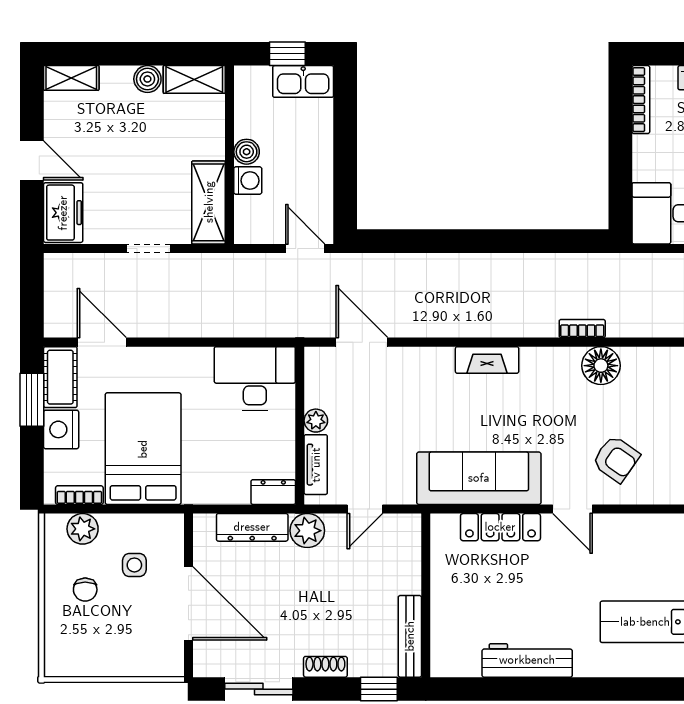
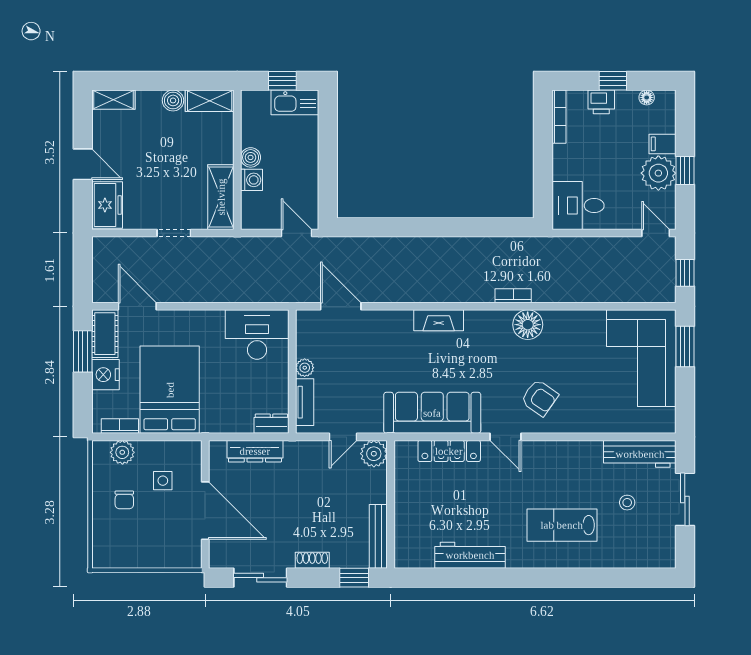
plant: (307, 531) -> (374, 454), moved

